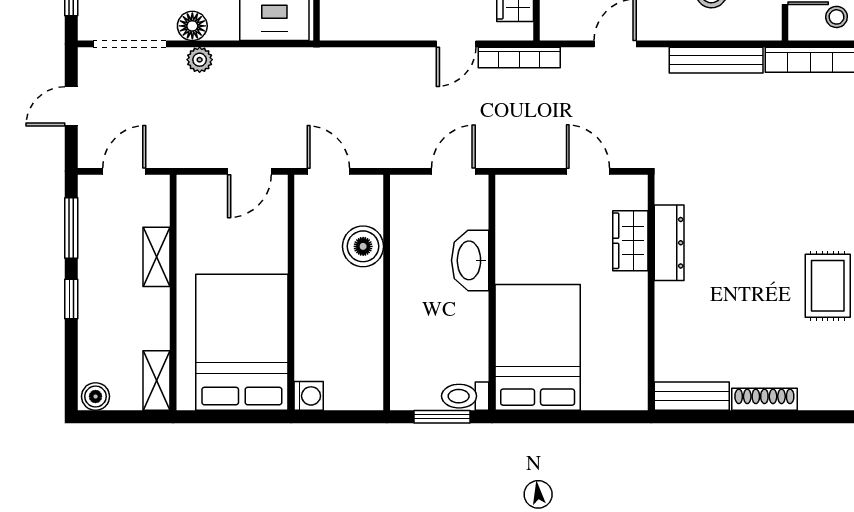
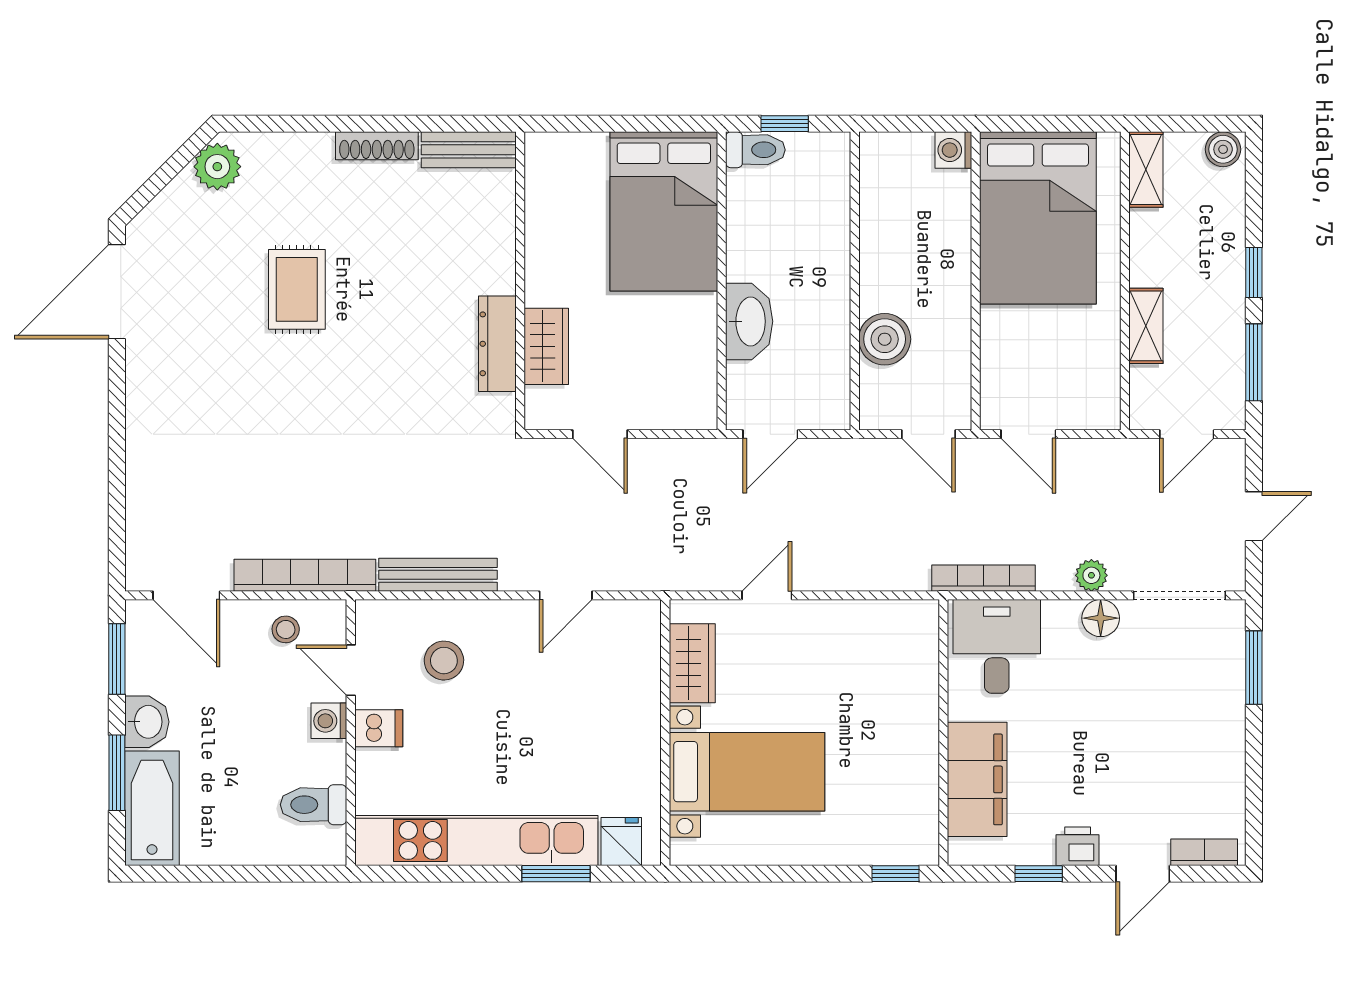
bookcase: (519, 57) -> (983, 578), moved
door: (249, 171) -> (1028, 434), swing flipped
window: (442, 417) -> (785, 124), width x0.67

